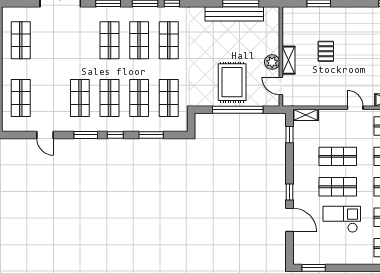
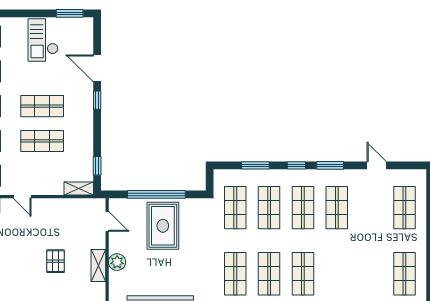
shelving: (289, 60) -> (98, 266), moved
plant: (272, 62) -> (117, 262), moved
checkout: (342, 219) -> (43, 40), moved, turned 90

